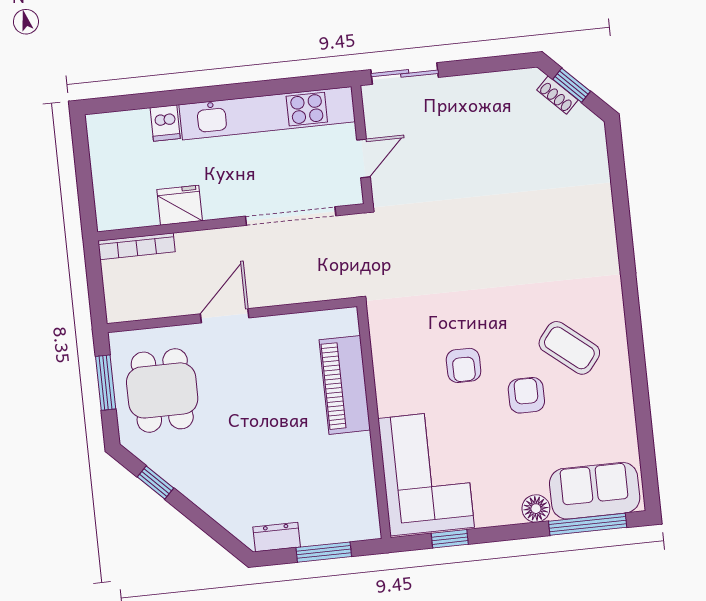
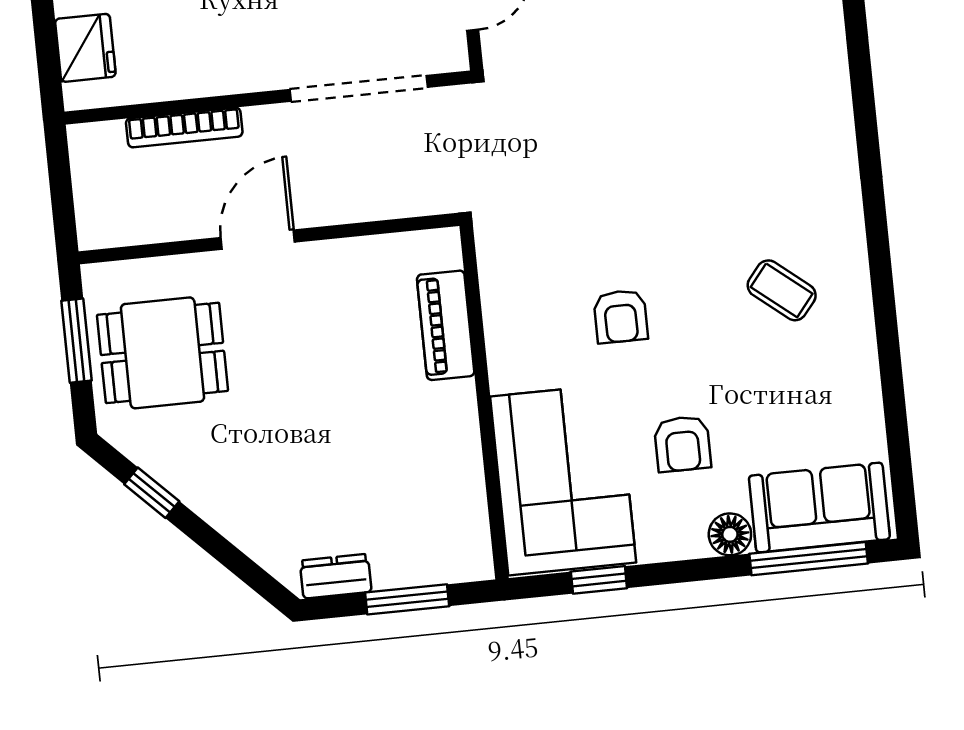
fridge: (180, 205) -> (85, 48), moved, turned 90
bookcase: (136, 246) -> (184, 127), moved
coffee table: (569, 348) -> (782, 290), width x0.73, depth x0.77
piano: (345, 385) -> (446, 325), width x0.73, depth x0.75
dining table: (162, 390) -> (162, 353), turned 90
armchair: (526, 395) -> (682, 444), moved, turned 180

